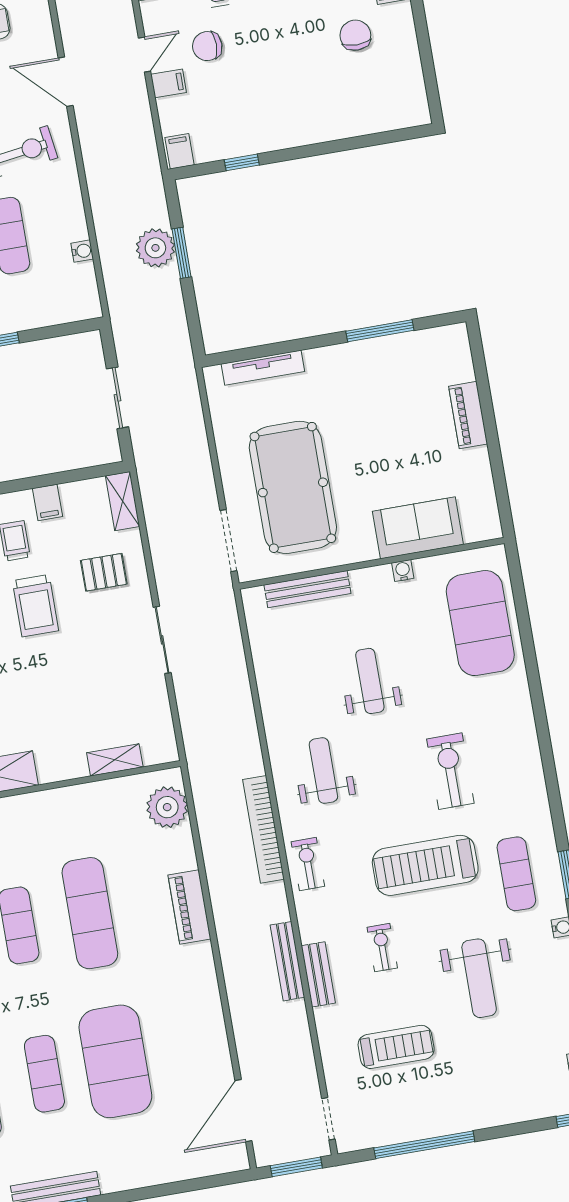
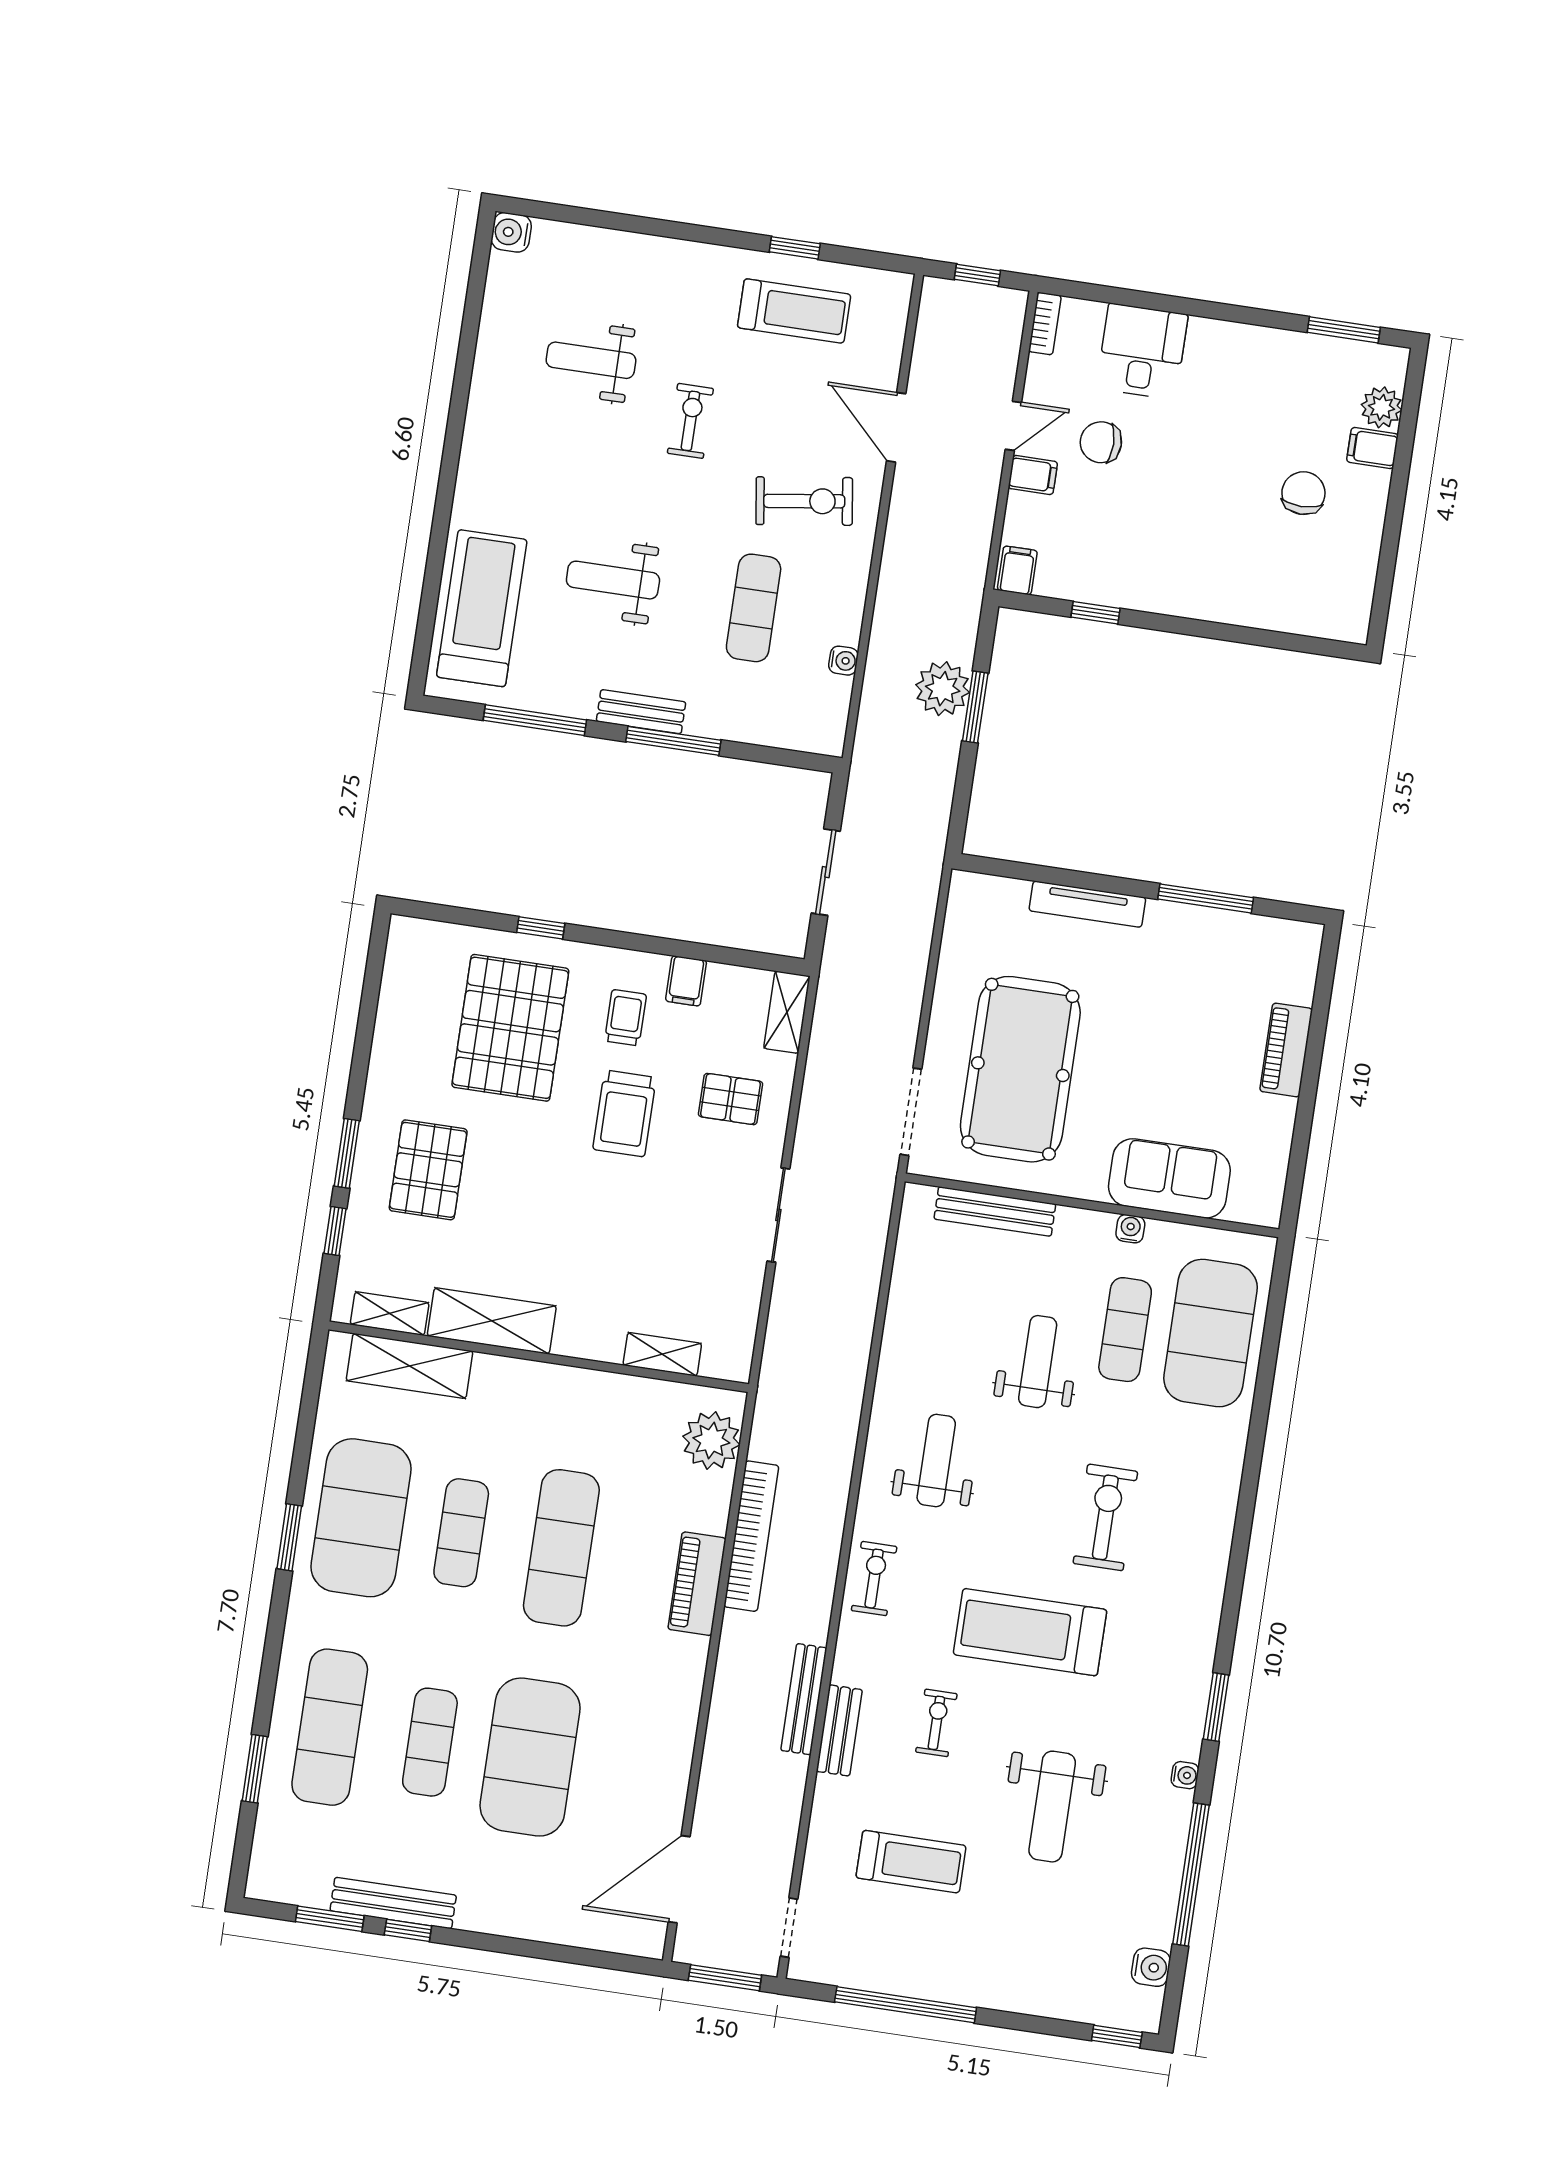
tv unit: (263, 368) -> (1087, 904), moved
bookcase: (263, 829) -> (751, 1536), moved, turned 180
exercise mat: (516, 874) -> (1125, 1330), moved

